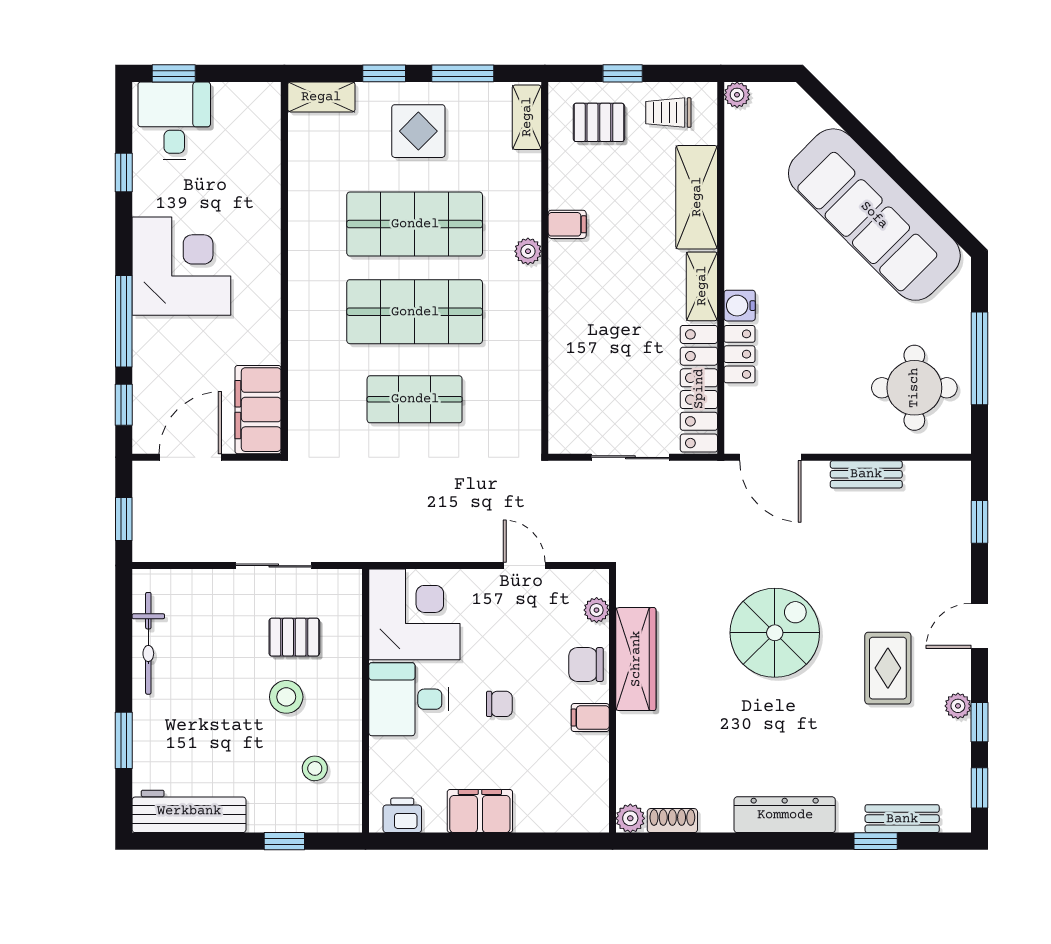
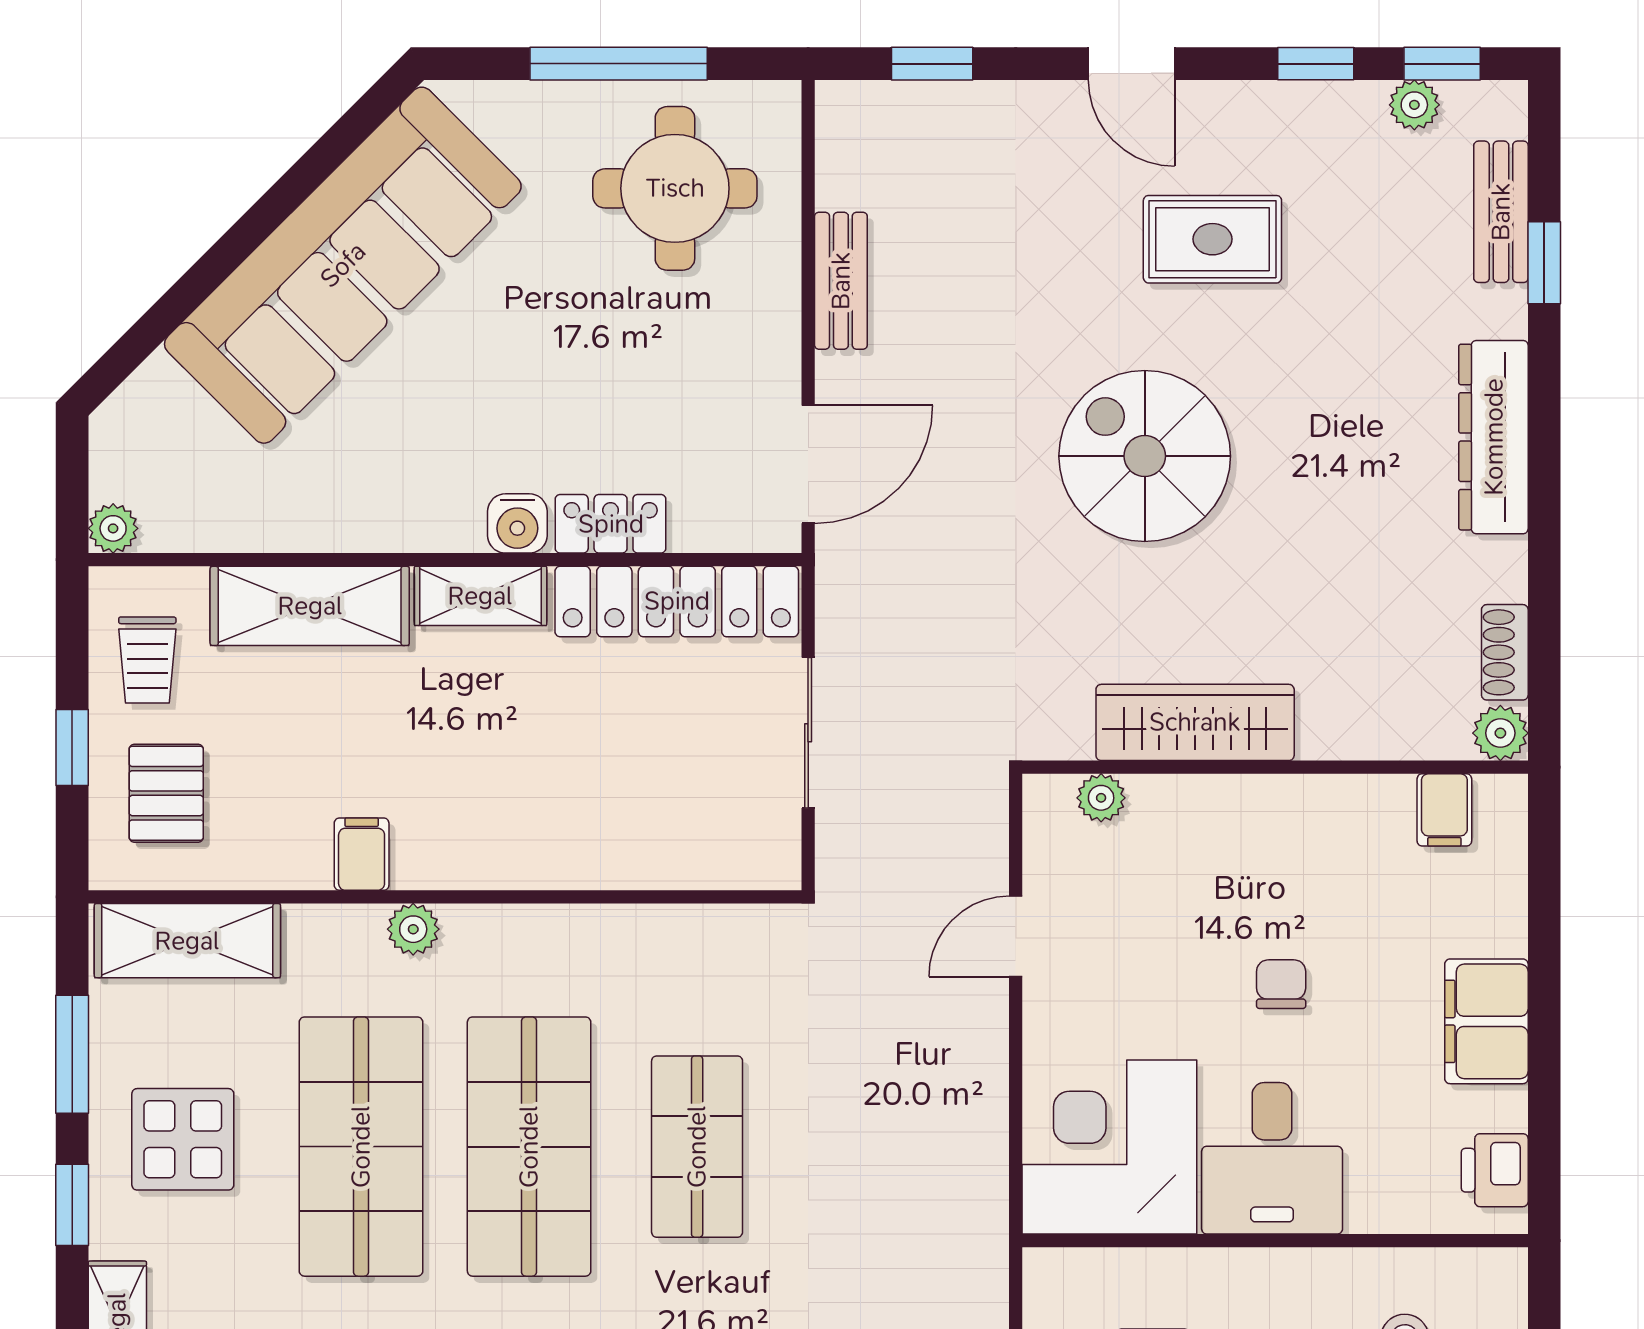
shelving: (527, 117) -> (187, 941), width x1.50, depth x1.33
chair: (586, 665) -> (1206, 818), removed
plant: (958, 706) -> (1414, 105), moved
filing cabinet: (590, 718) -> (1444, 810), moved

